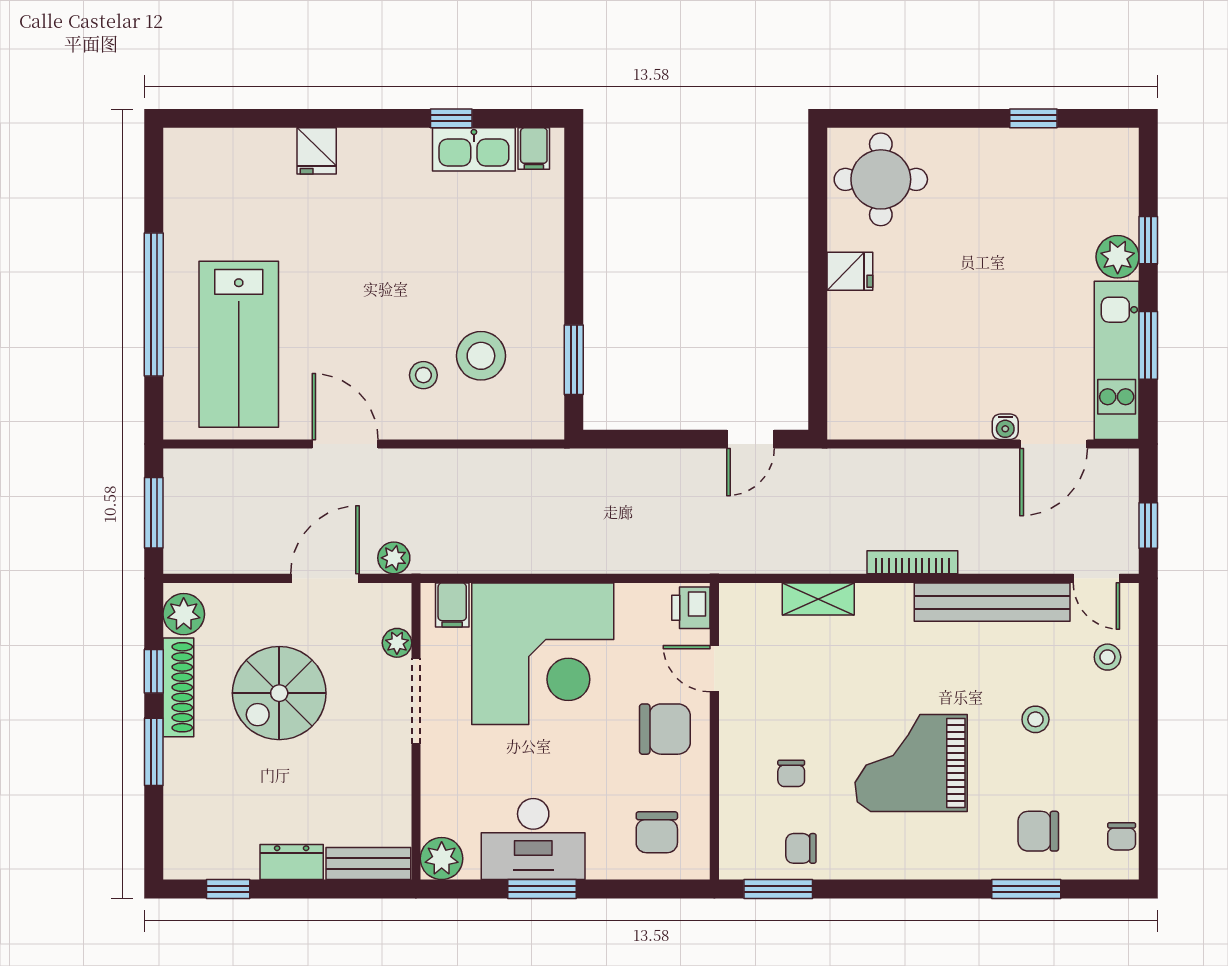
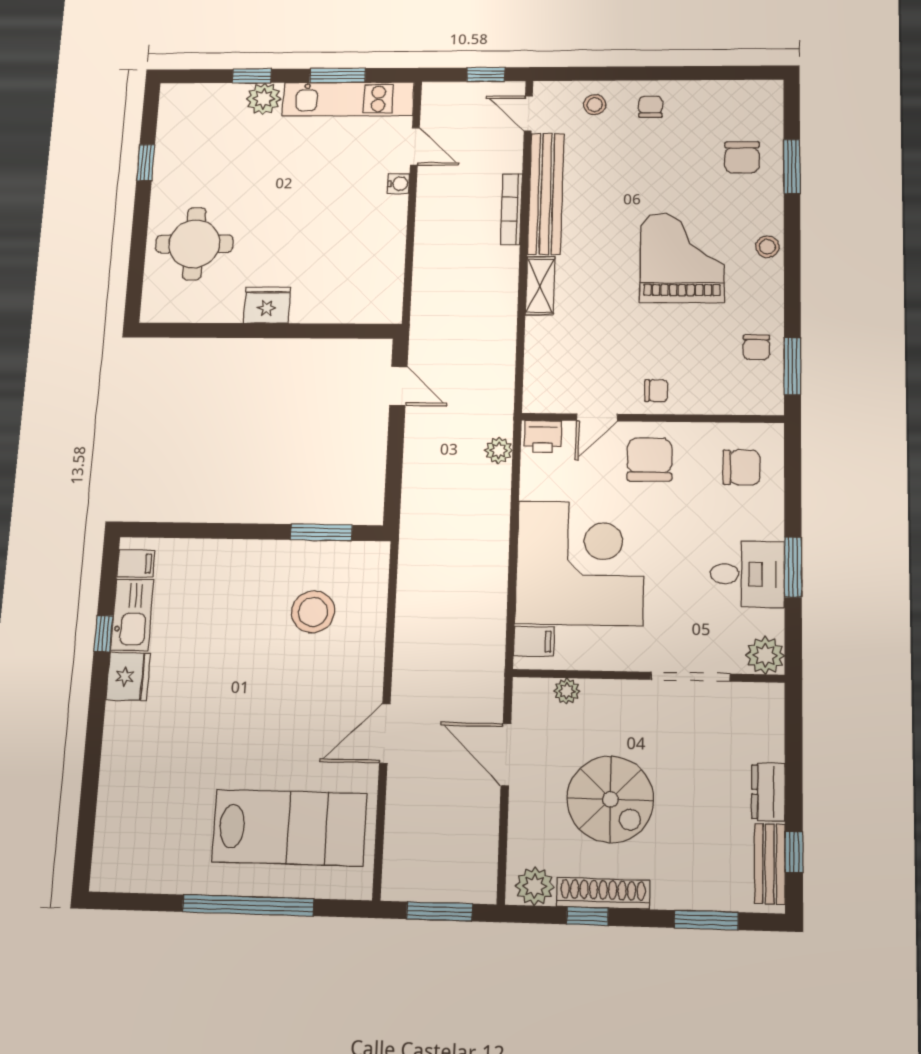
fridge: (317, 151) -> (128, 677), moved, width x1.38
round table: (881, 179) -> (194, 244), moved
fridge: (850, 271) -> (267, 305), width x1.38
stool: (423, 375) -> (327, 662), removed
door: (1054, 444) -> (415, 146), width x0.73
plant: (394, 558) -> (499, 450), moved
bookcase: (912, 562) -> (511, 209), moved
door: (1096, 578) -> (528, 113), swing flipped
shelving: (818, 599) -> (540, 286), moved
doorway: (416, 701) -> (690, 677), moved
stool: (1035, 719) -> (767, 247), moved
window: (154, 752) -> (706, 920), moved
grand piano: (911, 763) -> (682, 258), turned 180
chair: (791, 773) -> (656, 391), moved
chair: (1122, 836) -> (650, 107), moved, turned -90
desk: (533, 839) -> (747, 574), width x0.73
bench: (368, 864) -> (770, 864), moved

